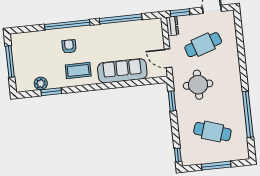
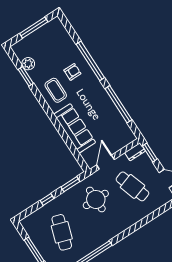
window: (178, 155) -> (47, 199), moved

